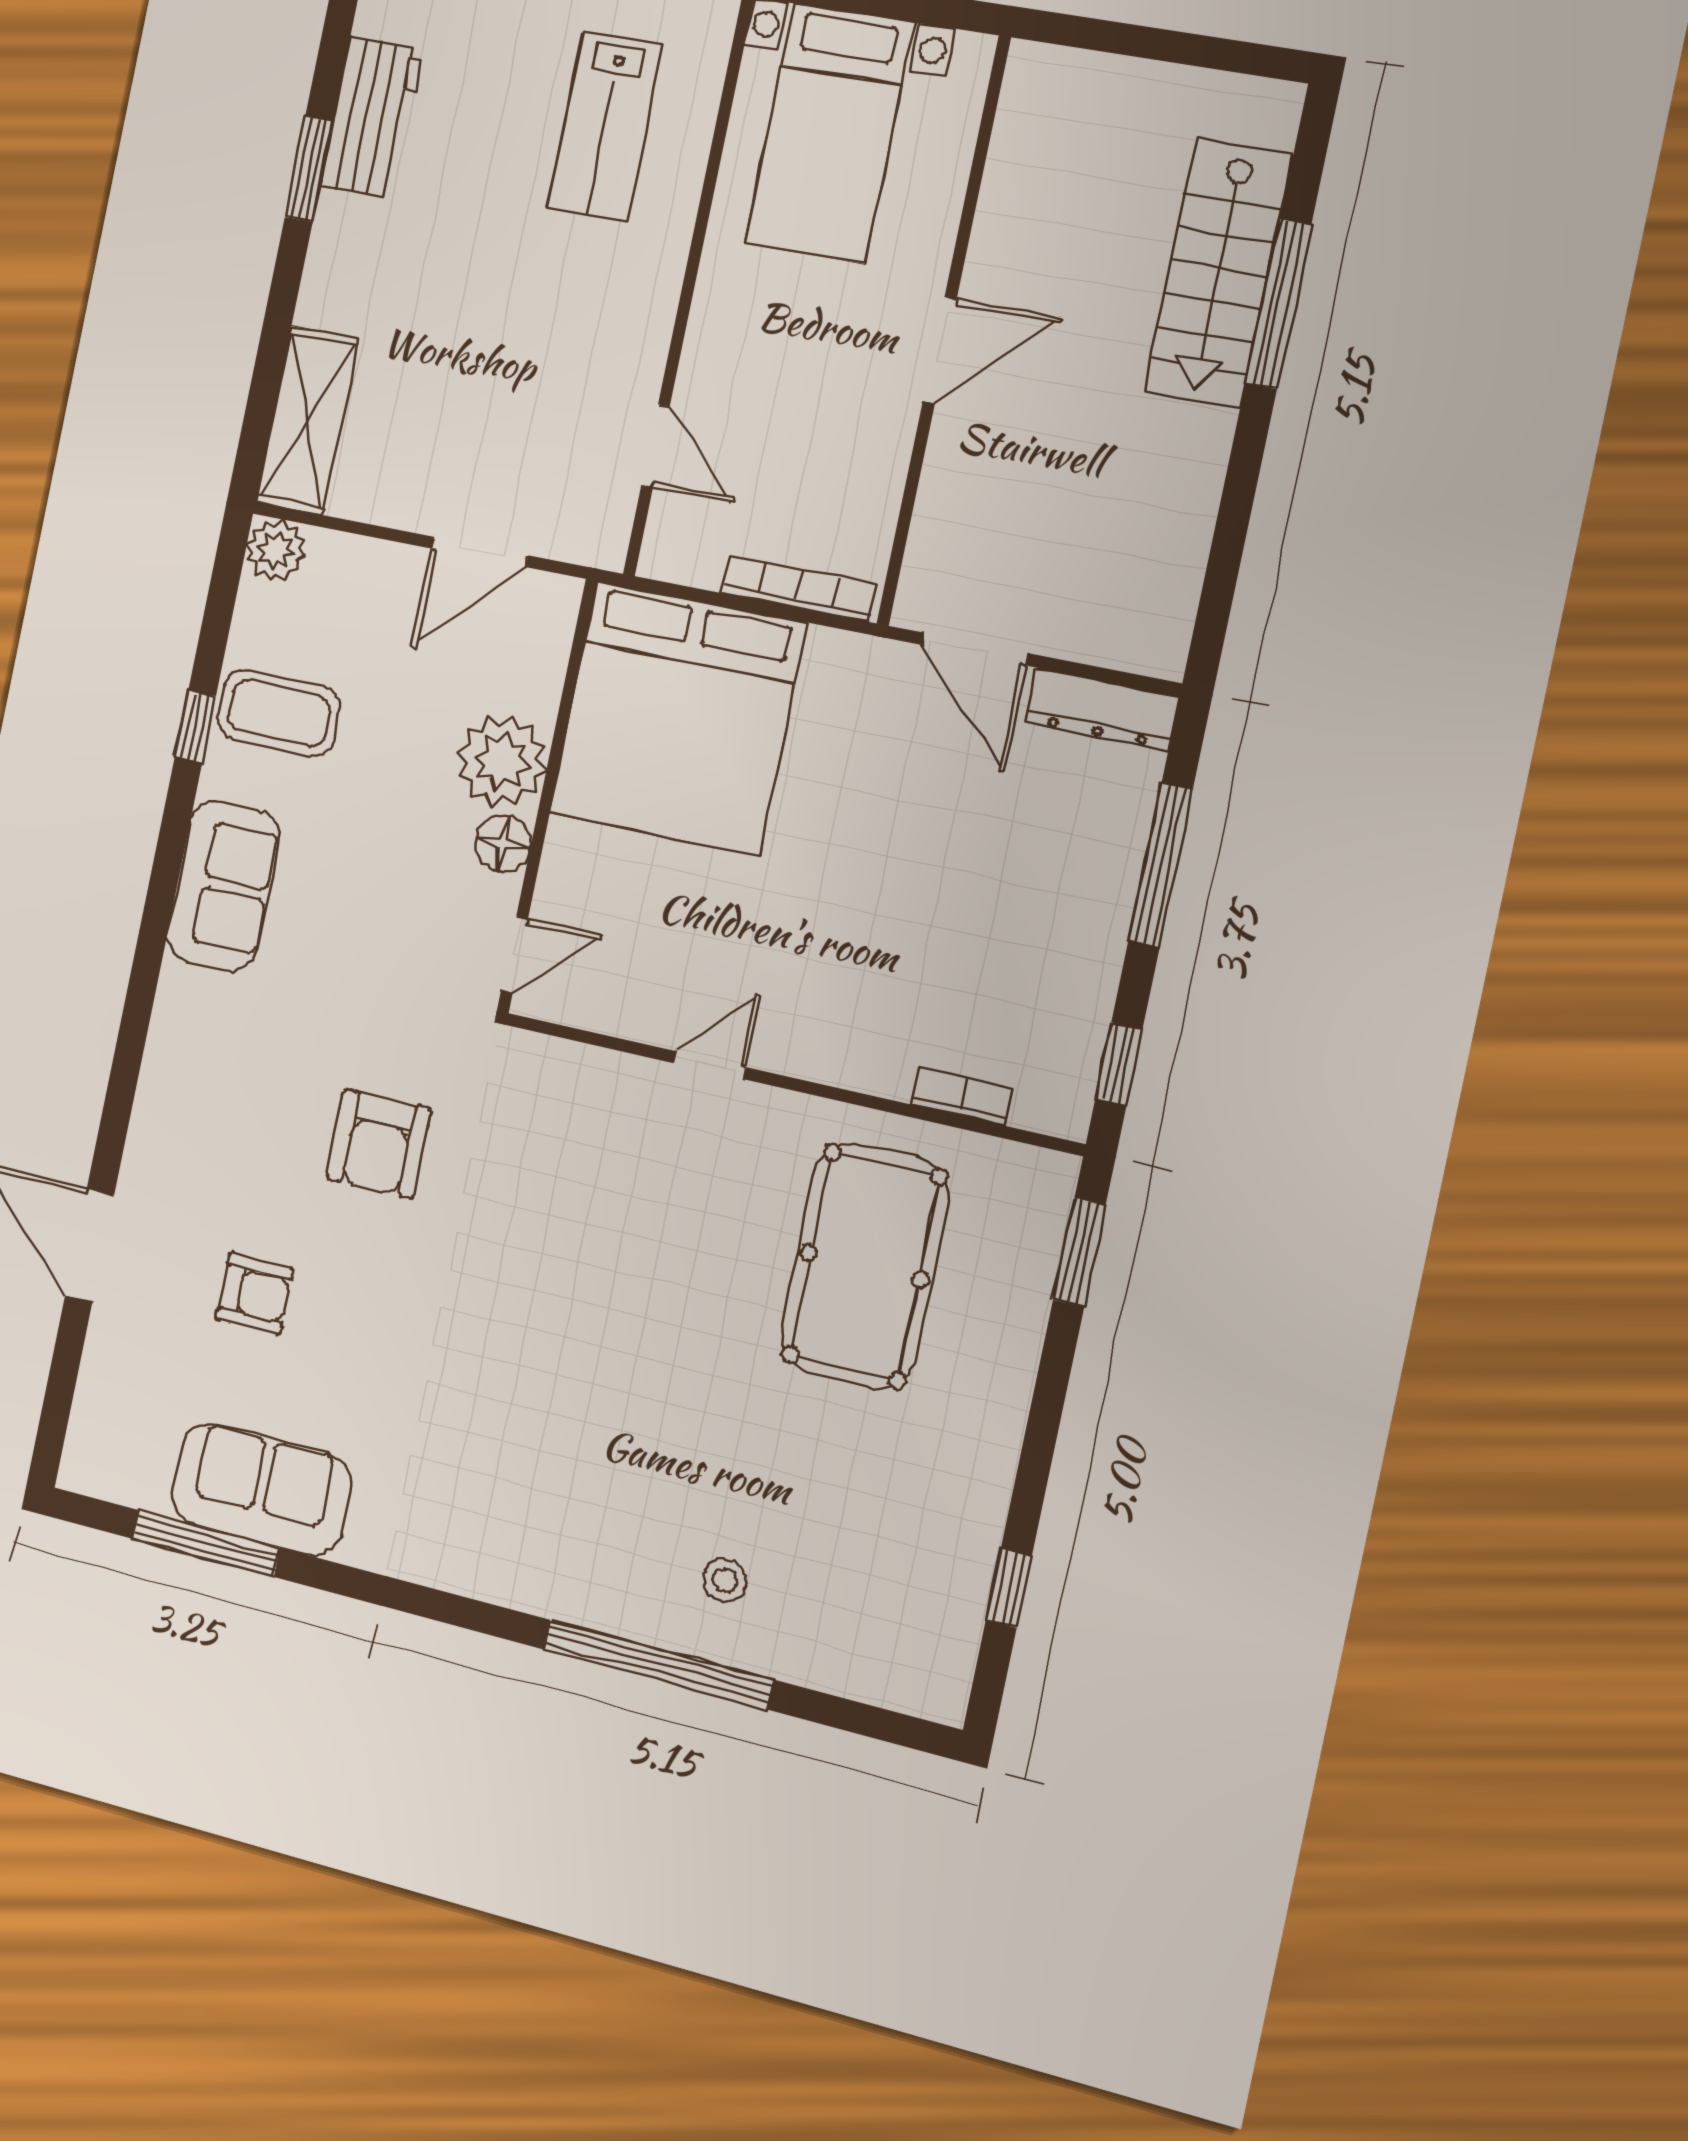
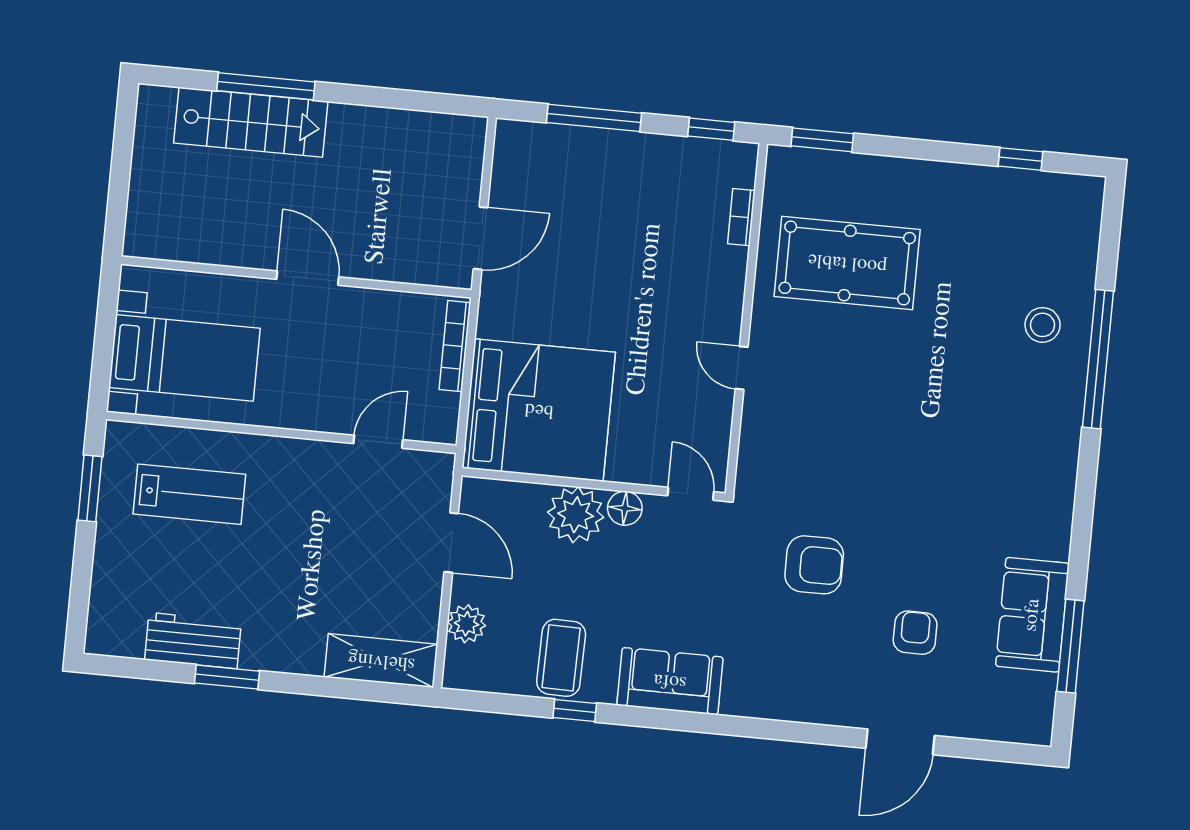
plant: (276, 550) -> (466, 624), moved
dresser: (1102, 709) -> (508, 161), removed
stool: (725, 1580) -> (1043, 325), width x1.37, depth x1.37

